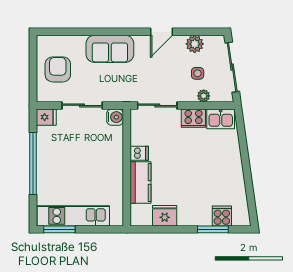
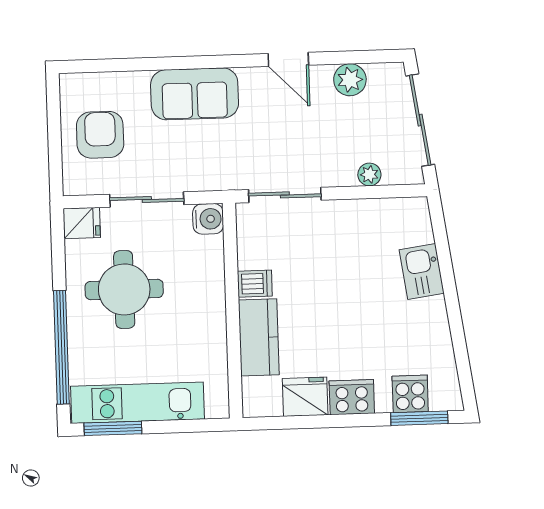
door: (162, 32) -> (288, 59), hinge flipped
side table: (198, 73) -> (357, 133), removed
cooker: (193, 118) -> (352, 397), moved, turned 180
kitchen sink: (221, 119) -> (422, 271), moved, turned 82
round table: (68, 154) -> (124, 289), added
window: (33, 164) -> (61, 347), moved
window: (213, 229) -> (419, 418), moved

